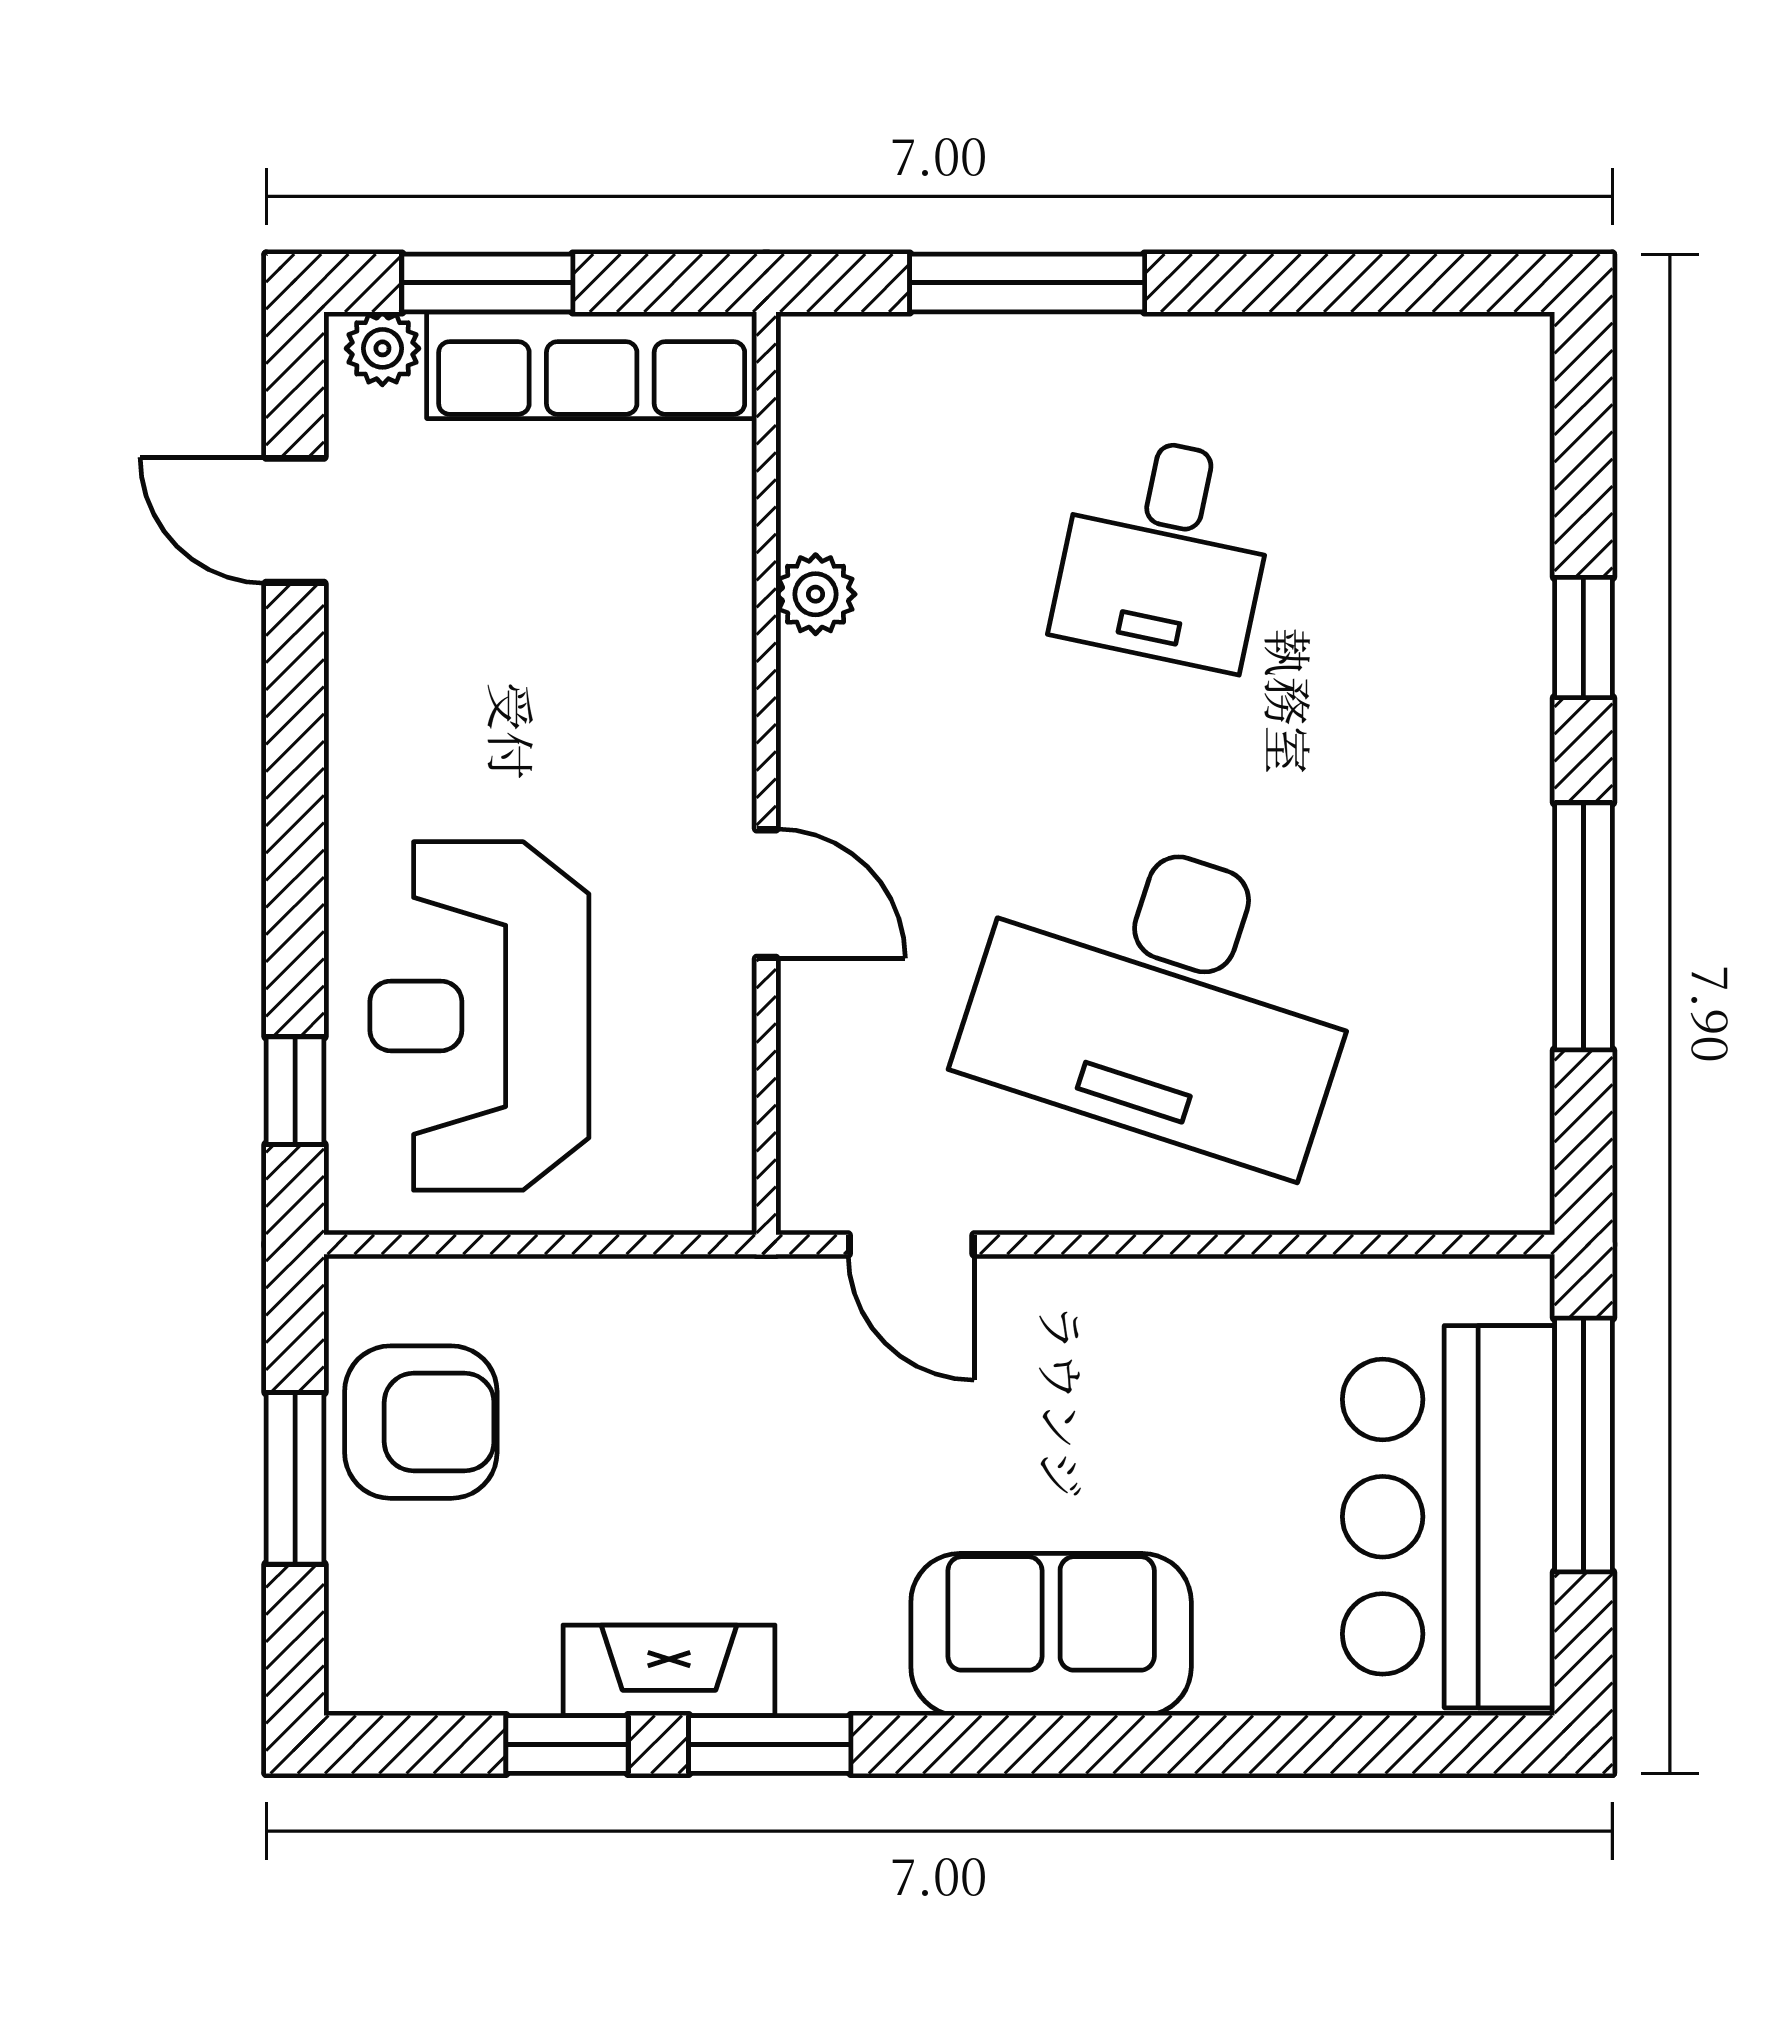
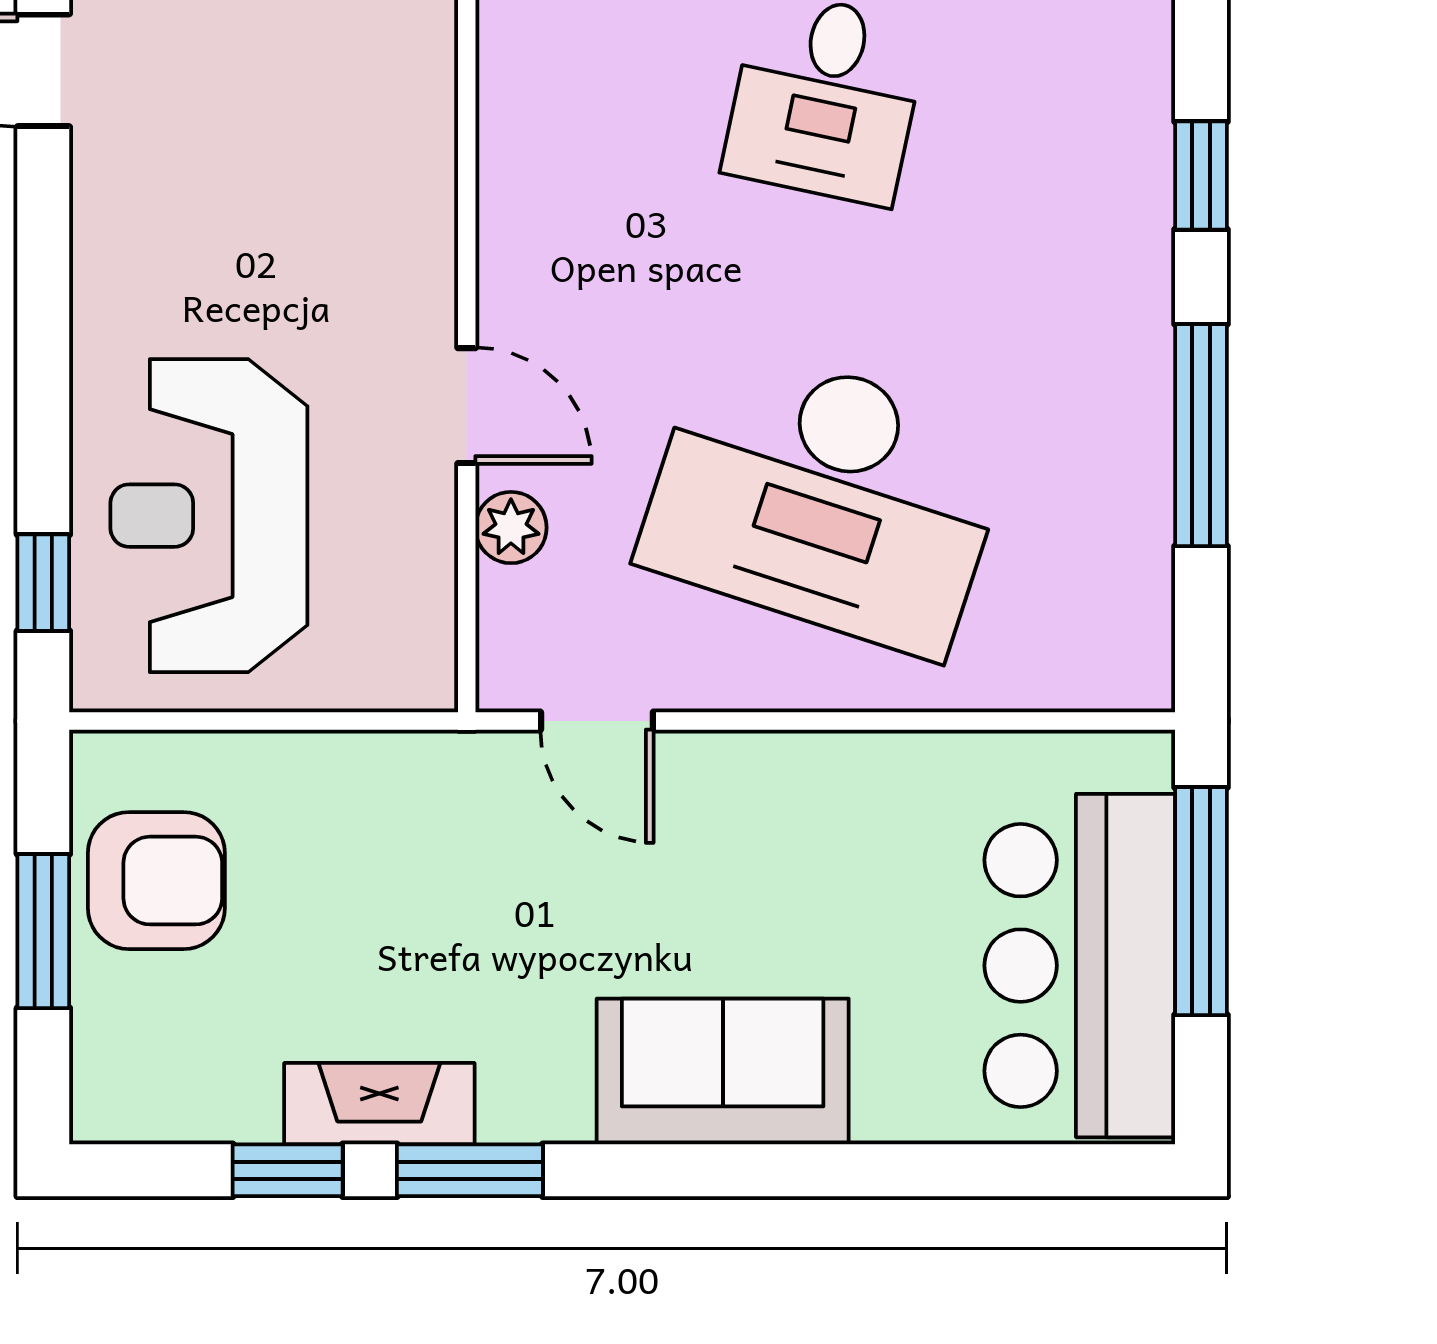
plant: (816, 594) -> (511, 528), moved

